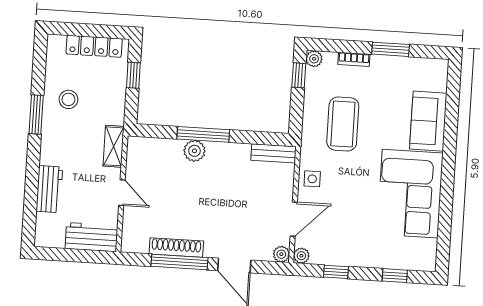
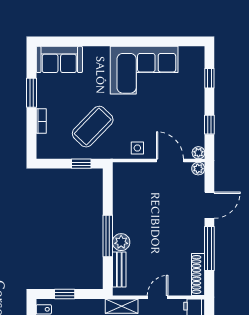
plant: (314, 59) -> (43, 152), removed
window: (299, 75) -> (81, 164), moved
sofa: (428, 121) -> (59, 59), moved
coffee table: (343, 124) -> (93, 127), turned -46
bench: (274, 153) -> (119, 270), moved
shoe rack: (176, 247) -> (198, 274), moved

